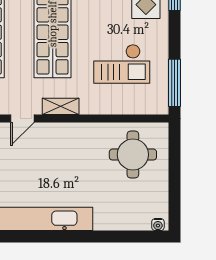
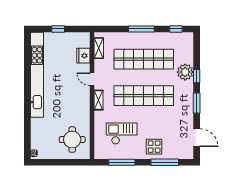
checkout: (122, 64) -> (122, 133), turned 90
window: (174, 83) -> (122, 162), moved

